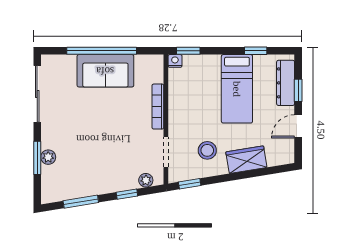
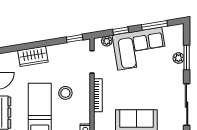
stool: (207, 150) -> (65, 93), moved
corner sofa: (101, 170) -> (140, 49), added

